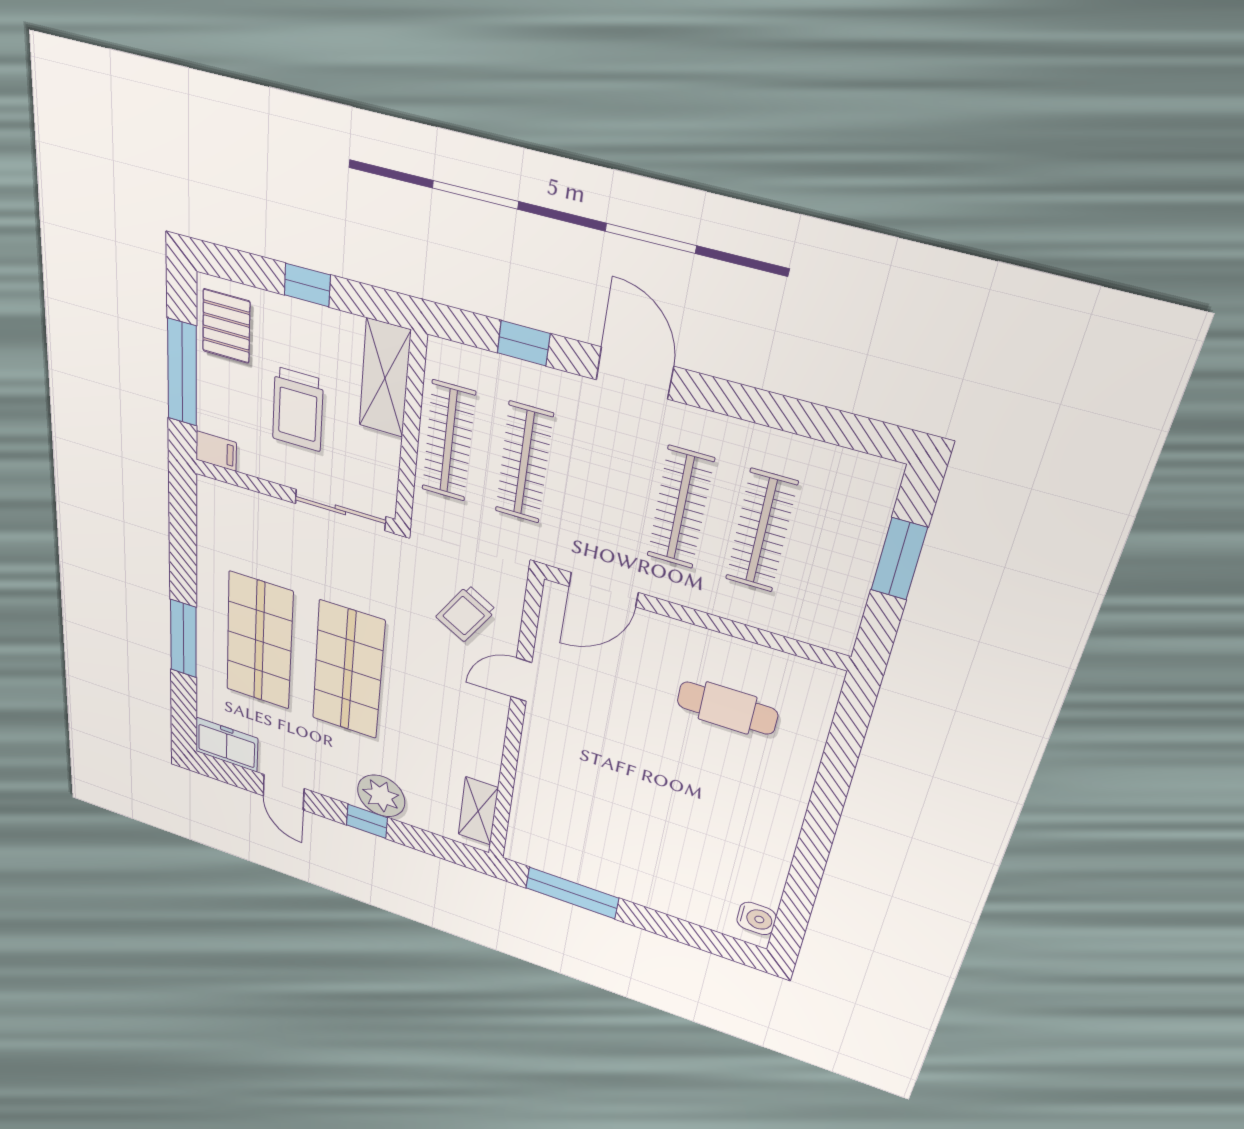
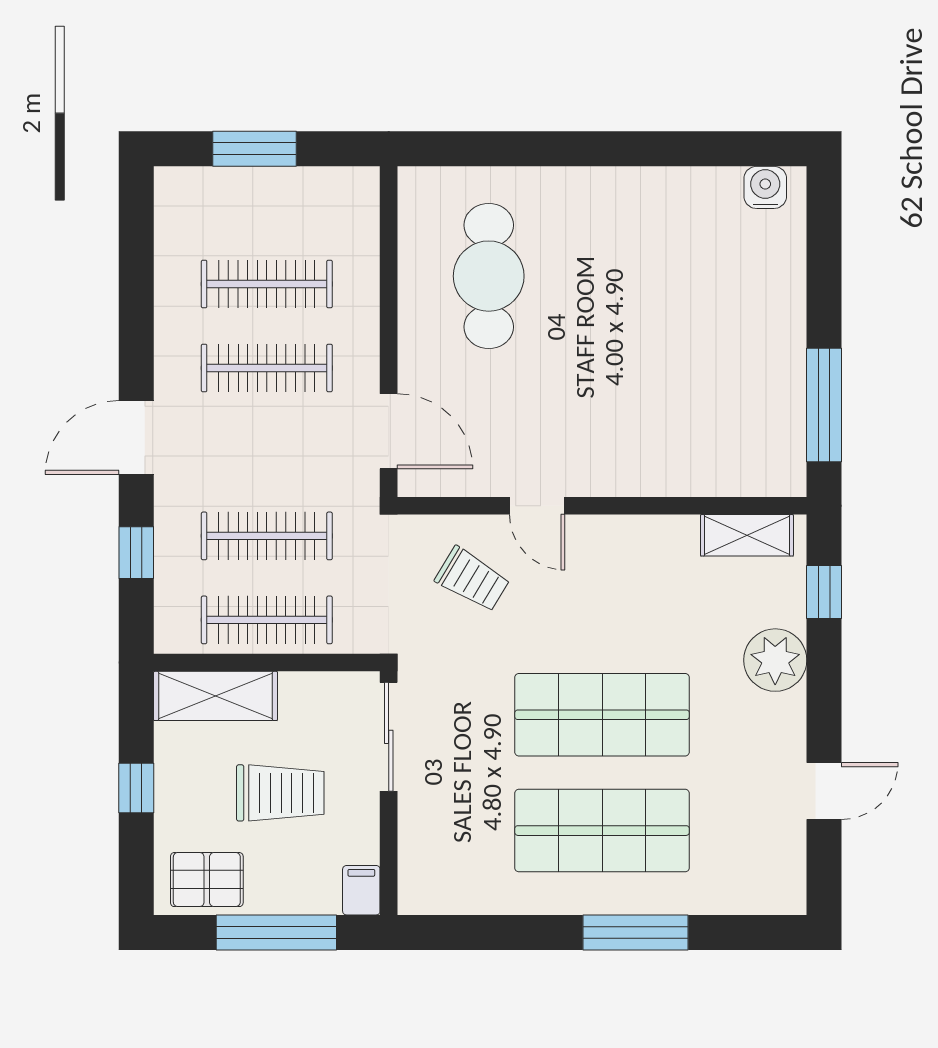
cafe table: (727, 708) -> (489, 276), width x1.37, depth x1.35
freezer: (227, 745) -> (779, 872), removed
window: (367, 821) -> (824, 592), moved

